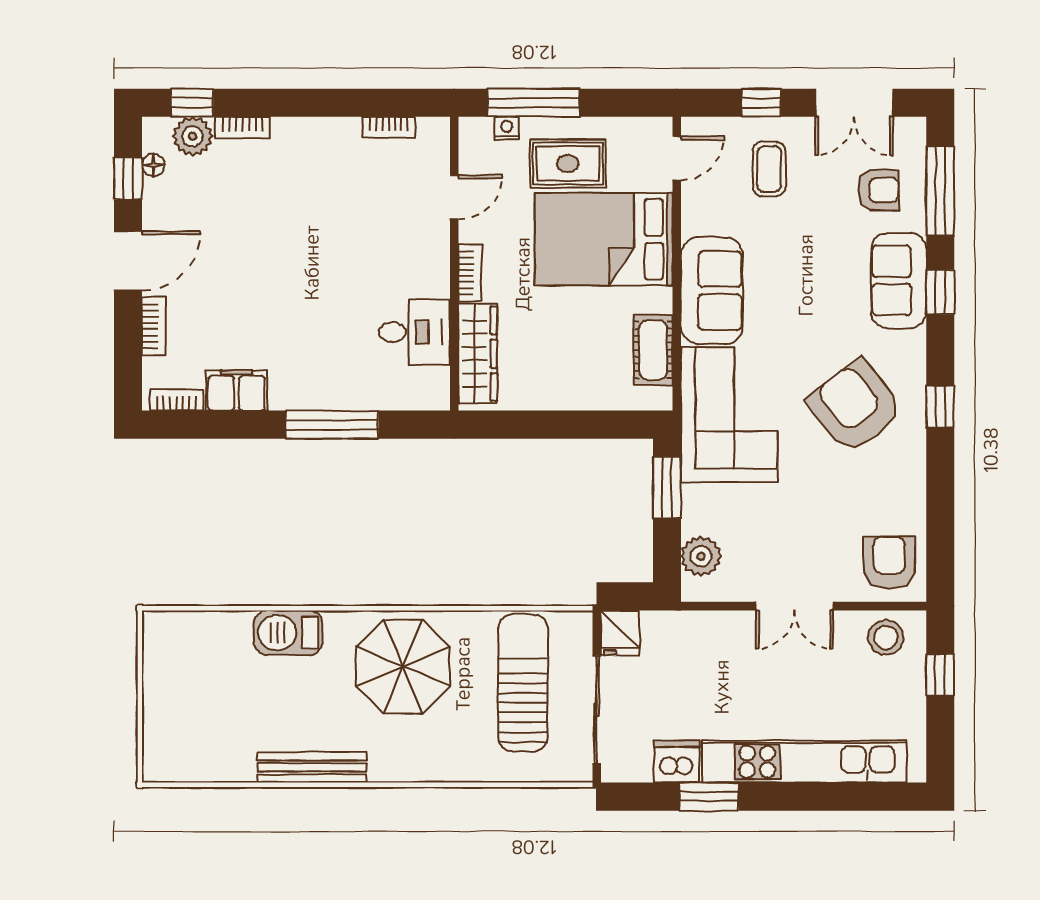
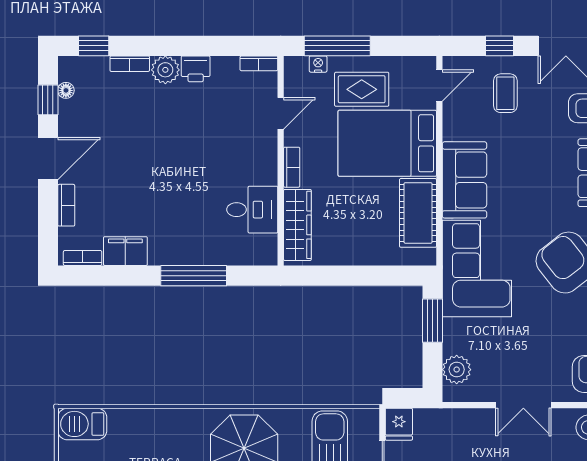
bookcase: (389, 127) -> (259, 63), moved
printer: (335, 135) -> (196, 69), added
plant: (193, 136) -> (165, 70), moved
cot: (653, 350) -> (418, 213), width x1.37, depth x1.34
barbecue: (288, 633) -> (82, 424), moved

